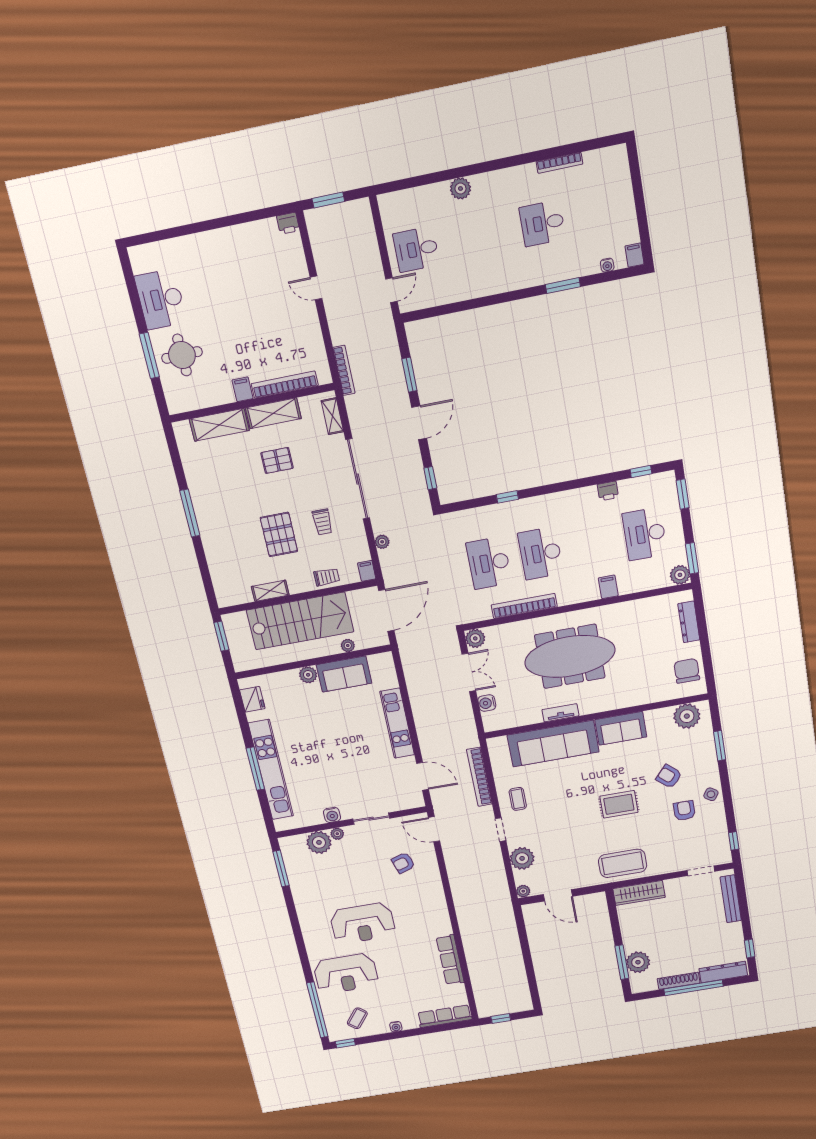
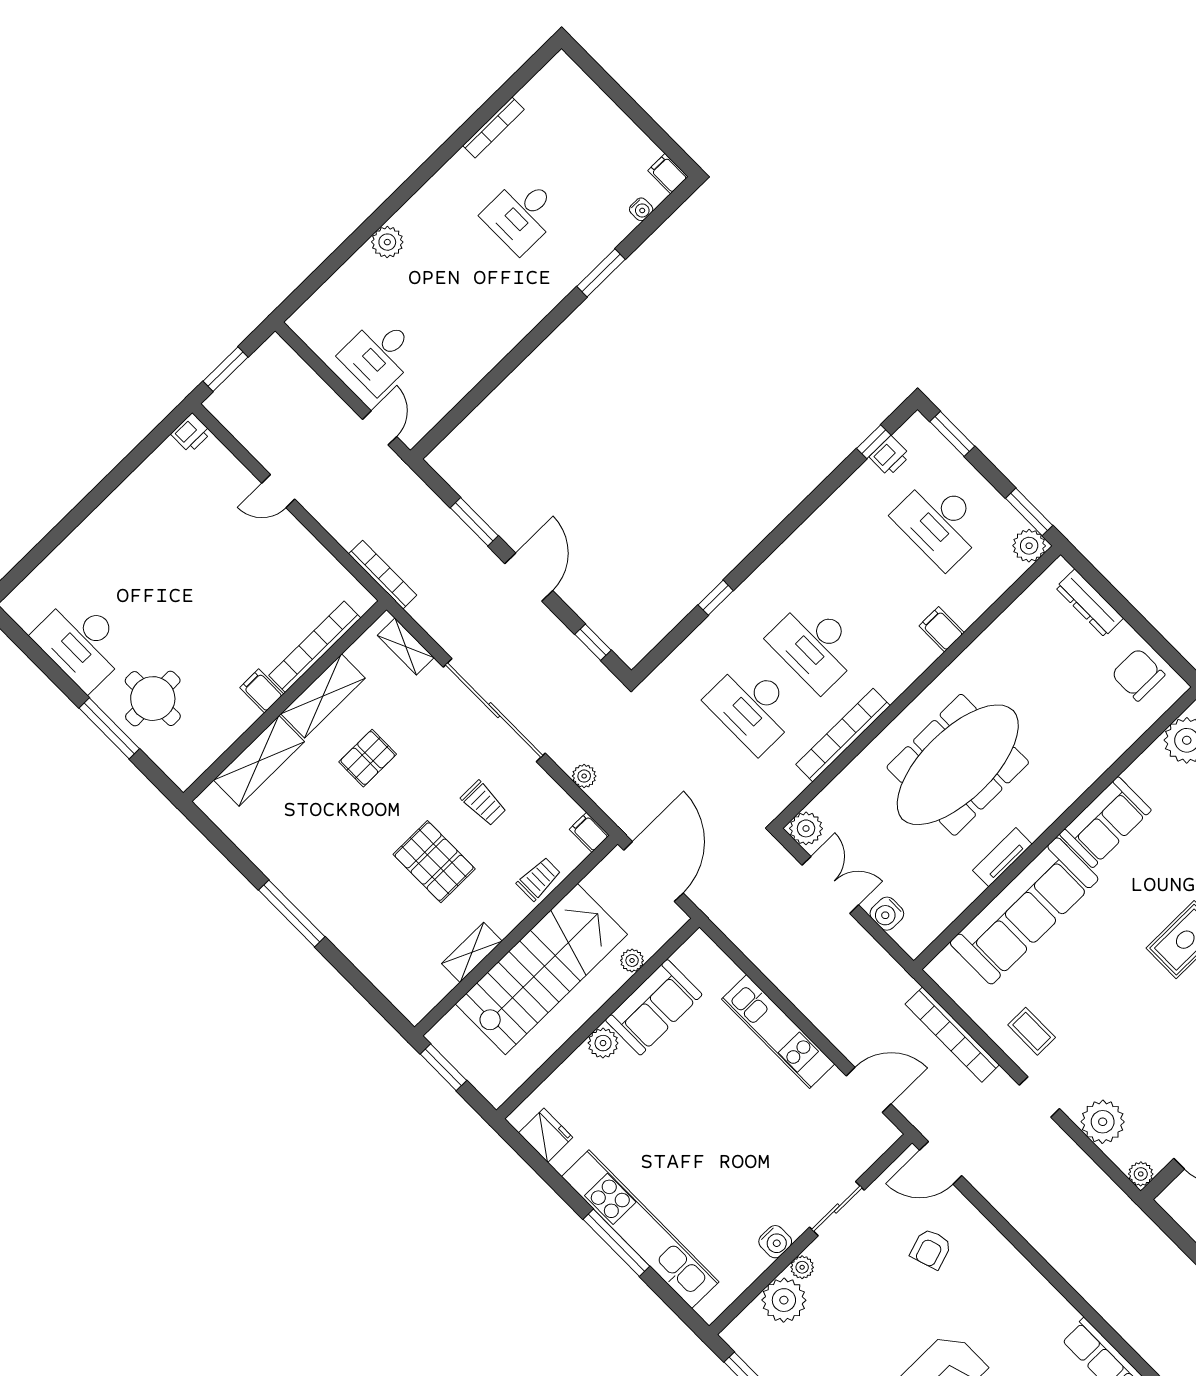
printer: (608, 491) -> (890, 456), moved

